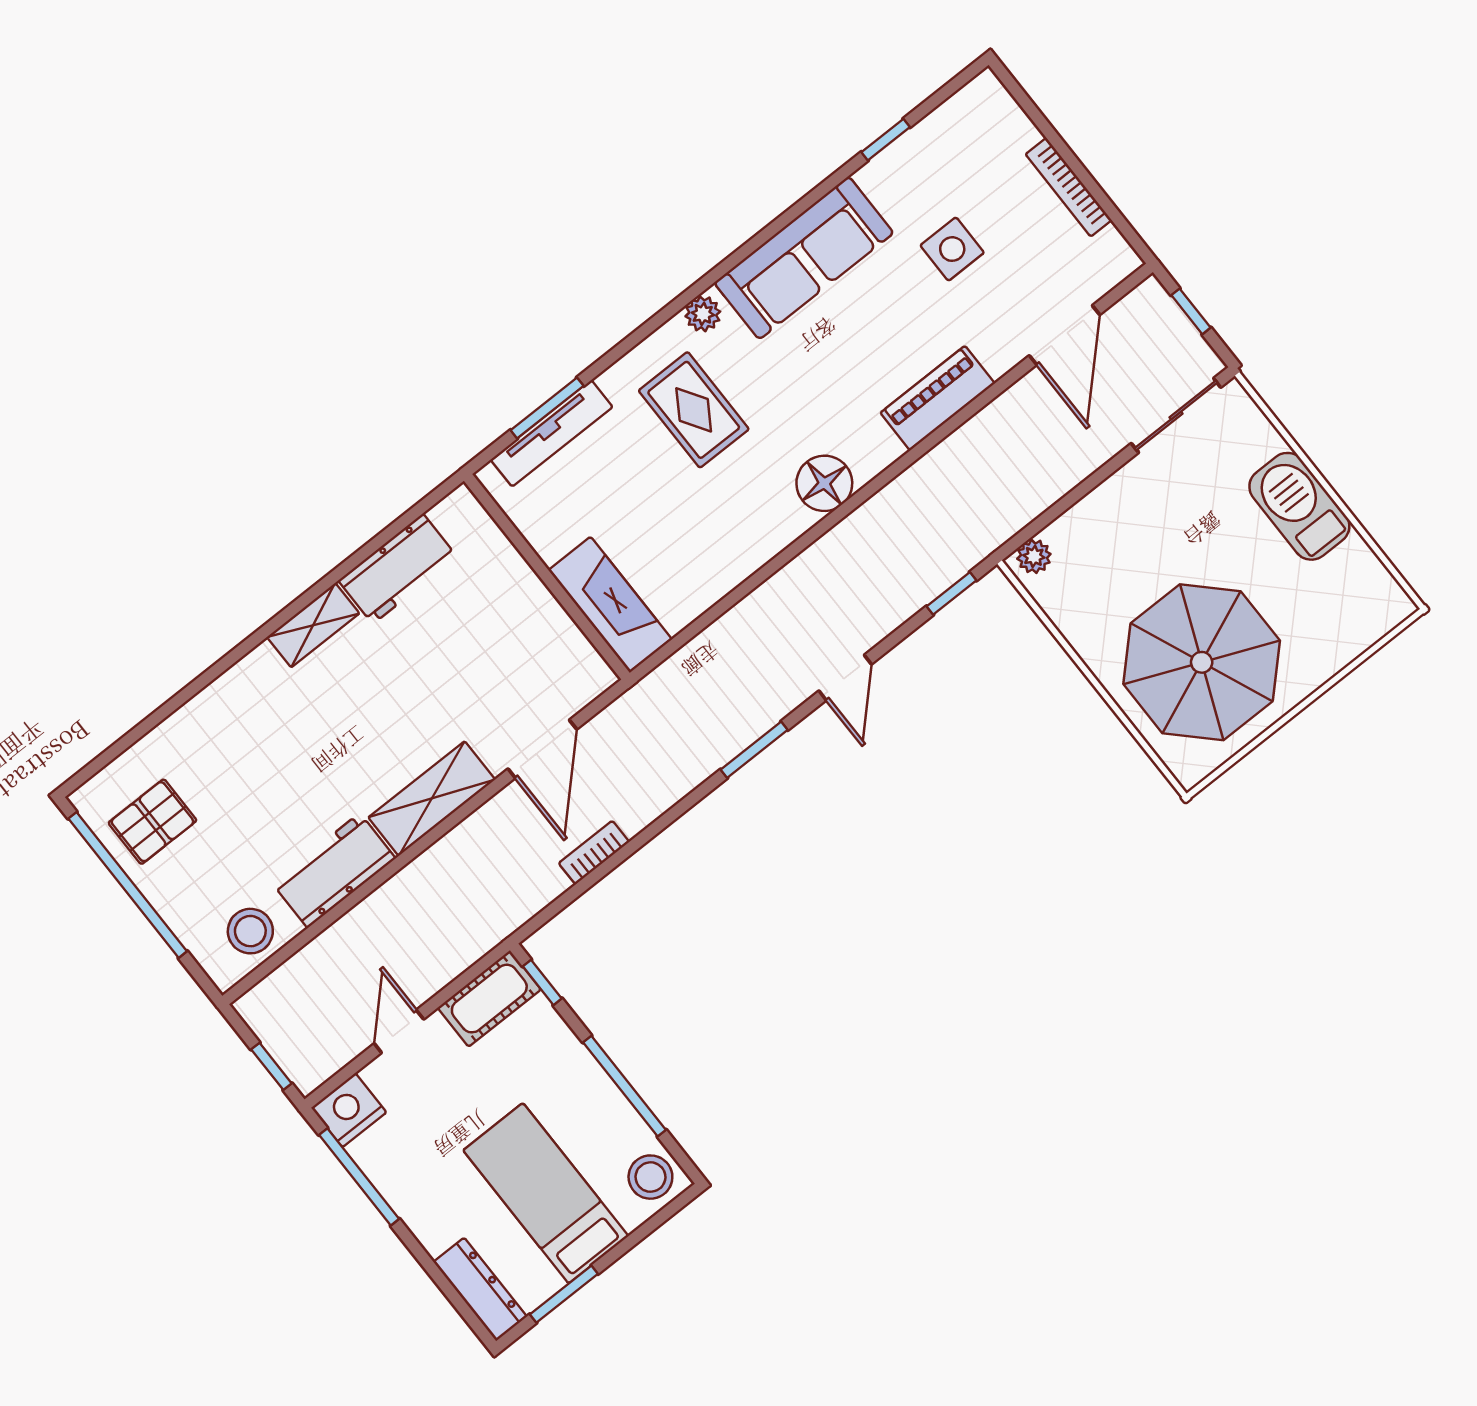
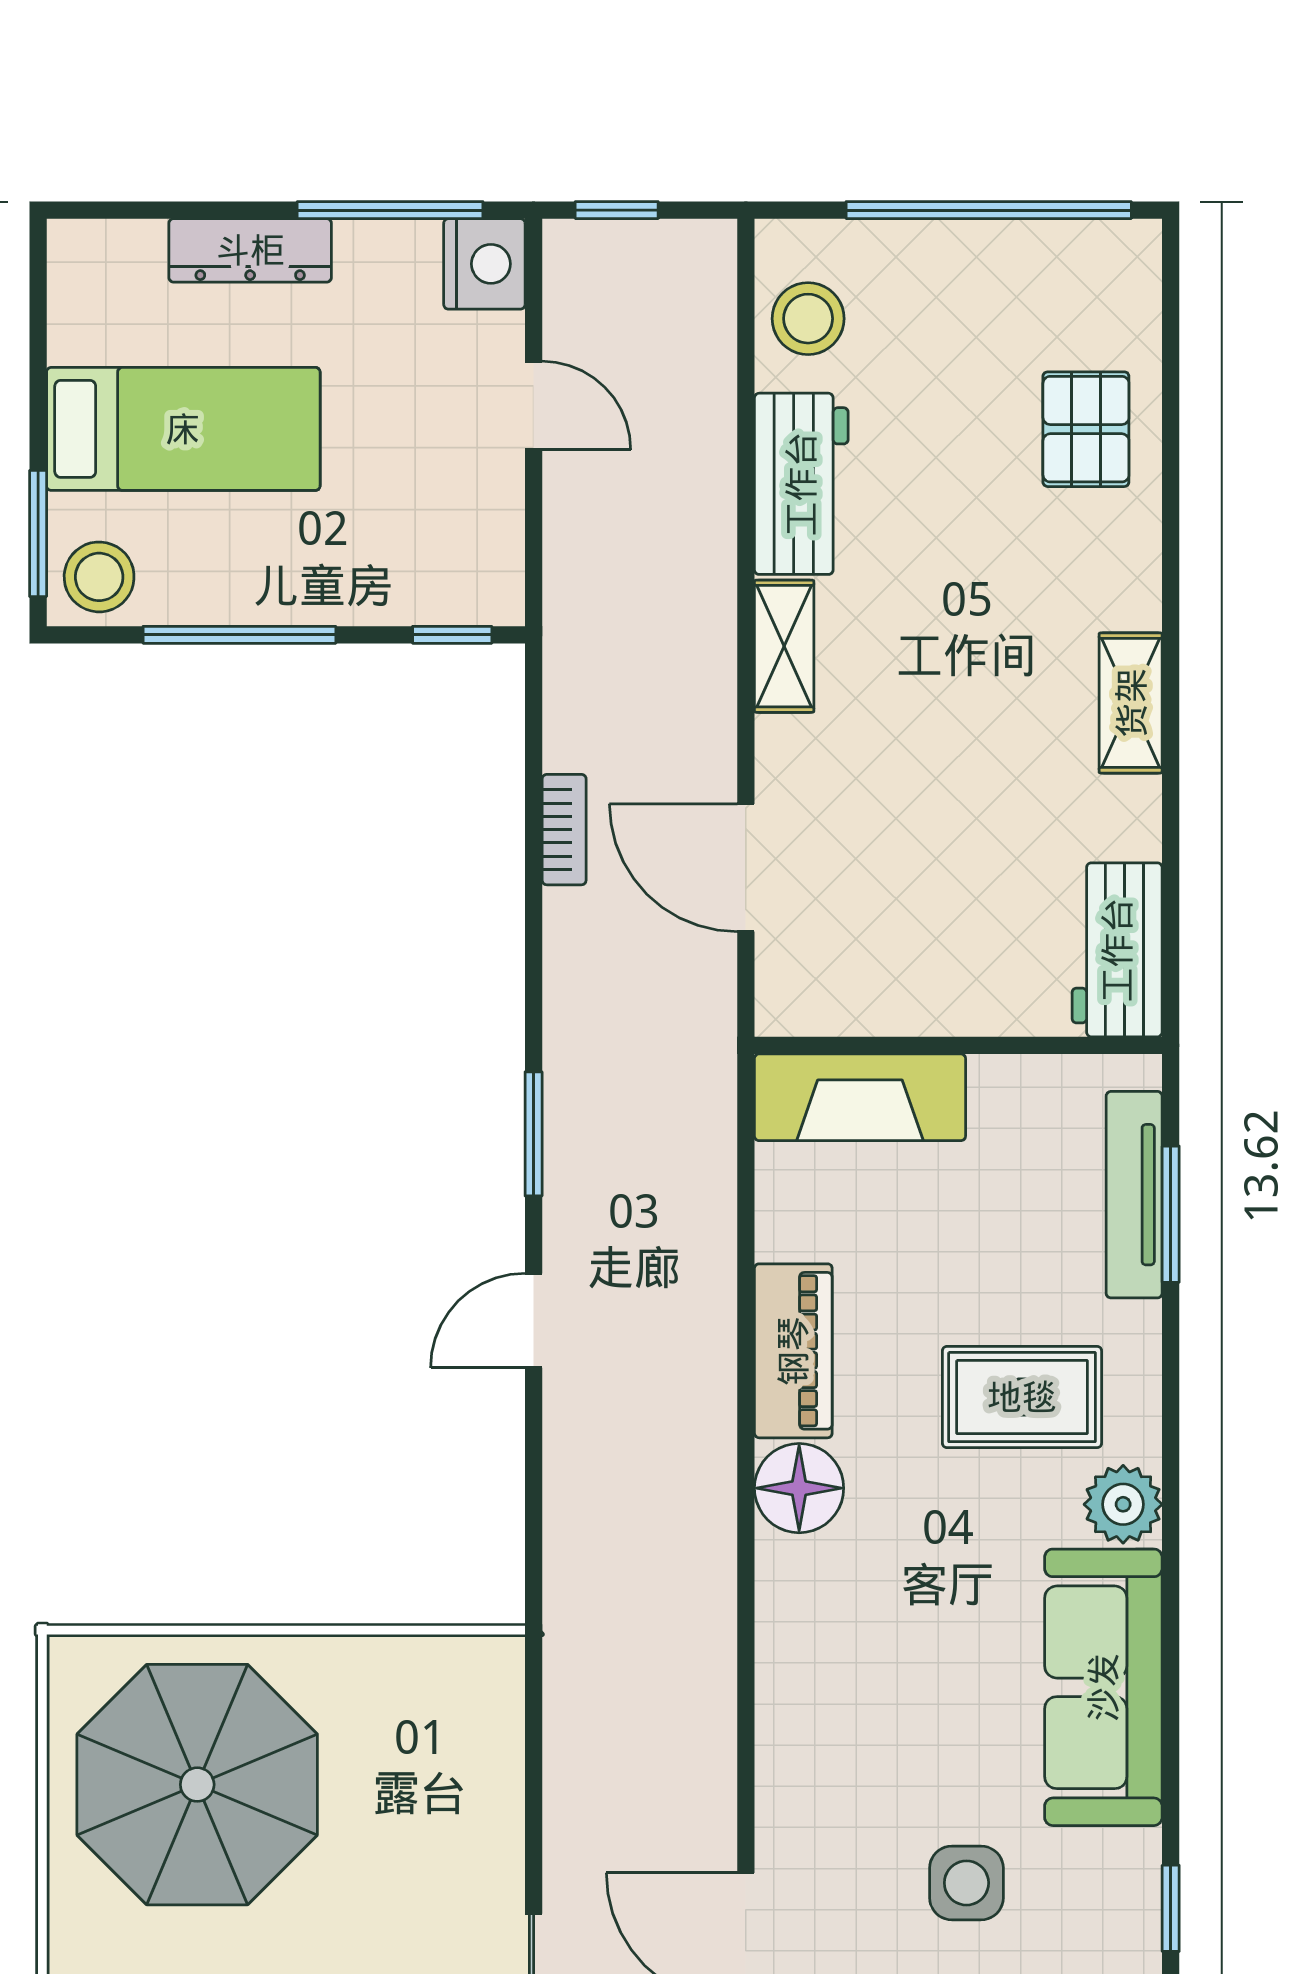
plant: (703, 314) -> (1123, 1504), width x1.38, depth x1.38
piano: (938, 398) -> (793, 1351), moved
plant: (1034, 556) -> (498, 1679), removed
workbench: (398, 569) -> (1117, 950), moved
window: (952, 593) -> (534, 1538), removed
door: (845, 678) -> (534, 1321), hinge flipped
shelving: (432, 798) -> (784, 646), width x0.67, depth x0.75
pallet: (152, 822) -> (1086, 429), moved
cot: (489, 999) -> (485, 552), removed
dresser: (480, 1289) -> (250, 250), moved
window: (564, 1294) -> (38, 533), moved

